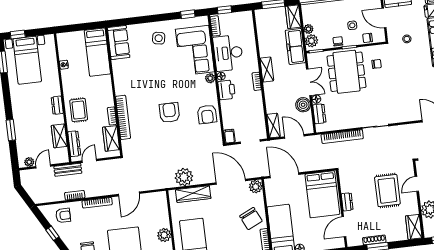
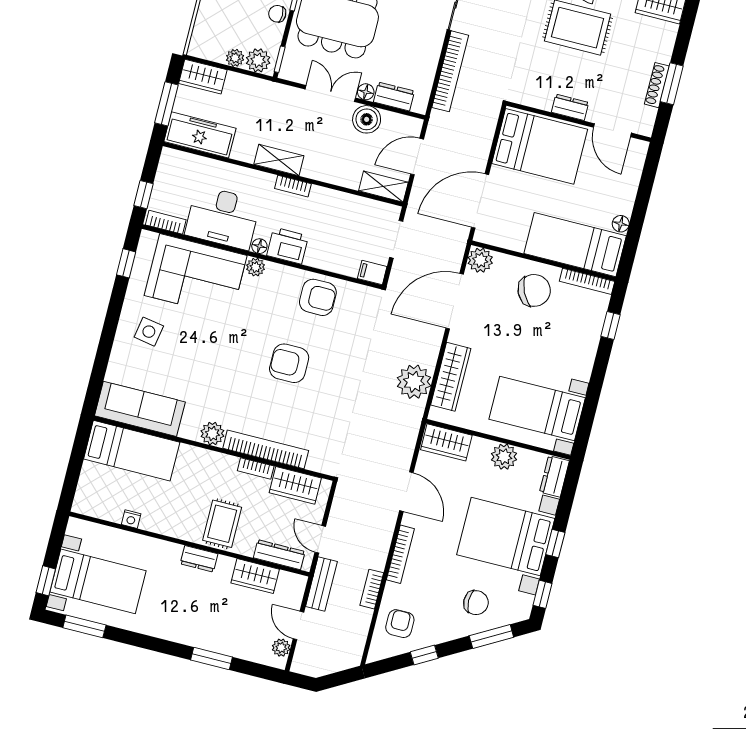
sofa: (119, 42) -> (140, 409), width x1.36
freezer: (295, 46) -> (200, 135), moved, turned 180
plant: (121, 88) -> (212, 434), added
rug: (79, 110) -> (222, 524), turned 90
wardrobe: (160, 204) -> (446, 442), added

